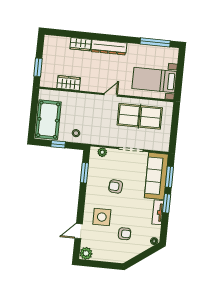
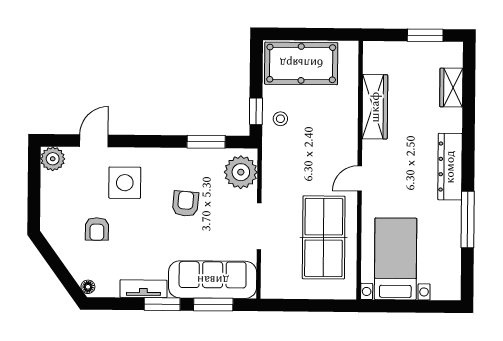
window: (155, 42) -> (468, 219), moved
wardrobe: (81, 44) -> (451, 88), moved
window: (38, 67) -> (425, 35), moved
wardrobe: (69, 83) -> (375, 107), width x1.50
door: (111, 95) -> (360, 178), swing flipped
window: (58, 144) -> (256, 111), moved
plant: (102, 152) -> (241, 172), width x1.88, depth x1.88
door: (79, 231) -> (94, 141), hinge flipped

